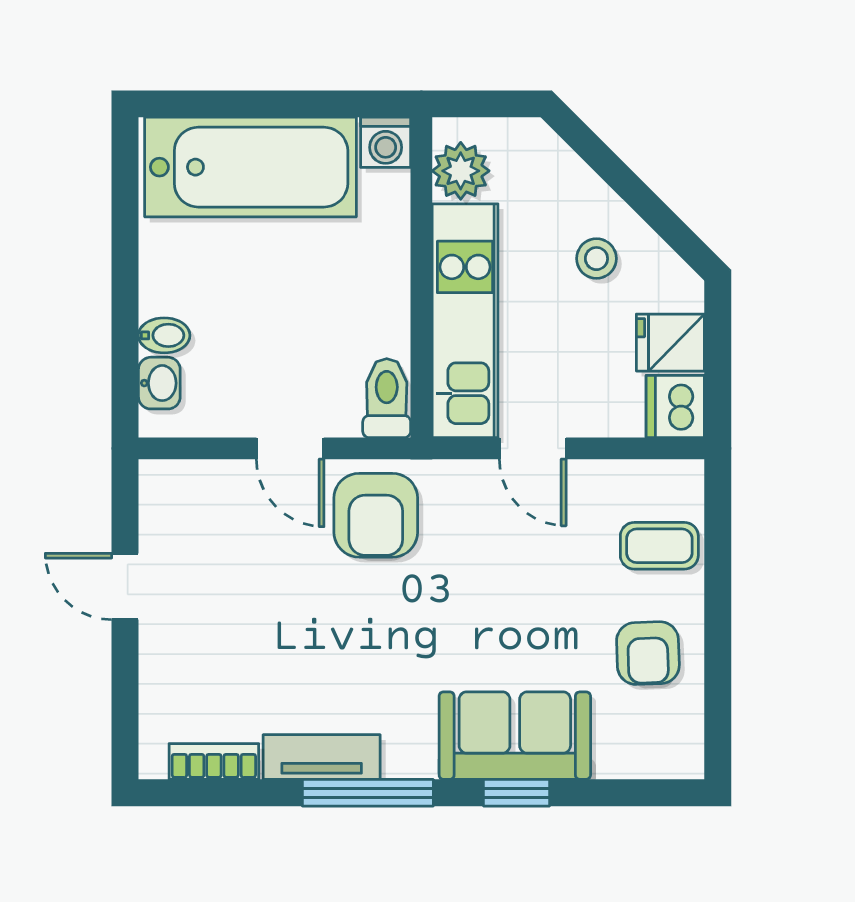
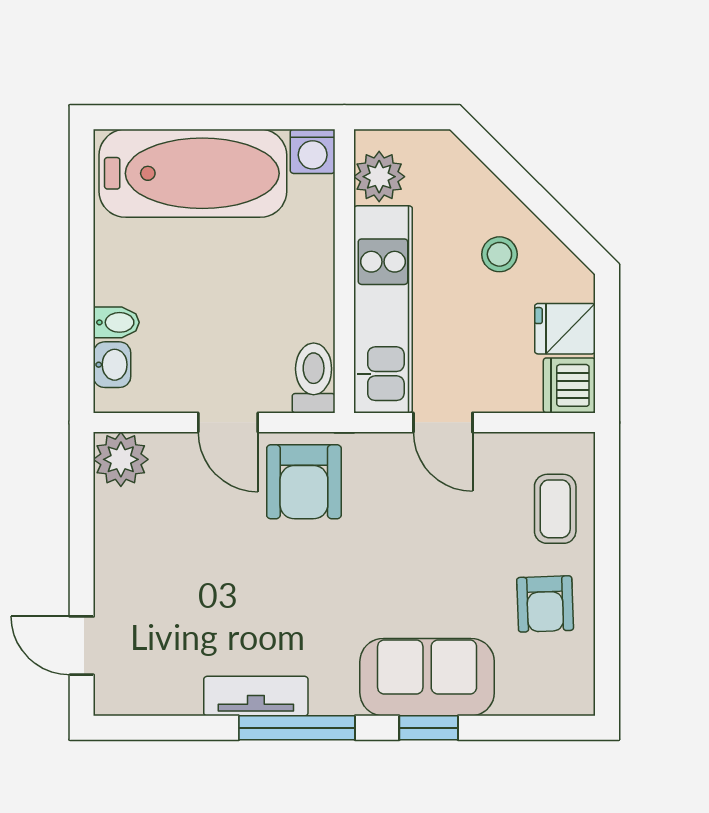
plant: (169, 490) -> (121, 459), added
coffee table: (659, 546) -> (555, 509), turned 90
door: (125, 586) -> (82, 646), moved
bookcase: (214, 761) -> (160, 700), removed

